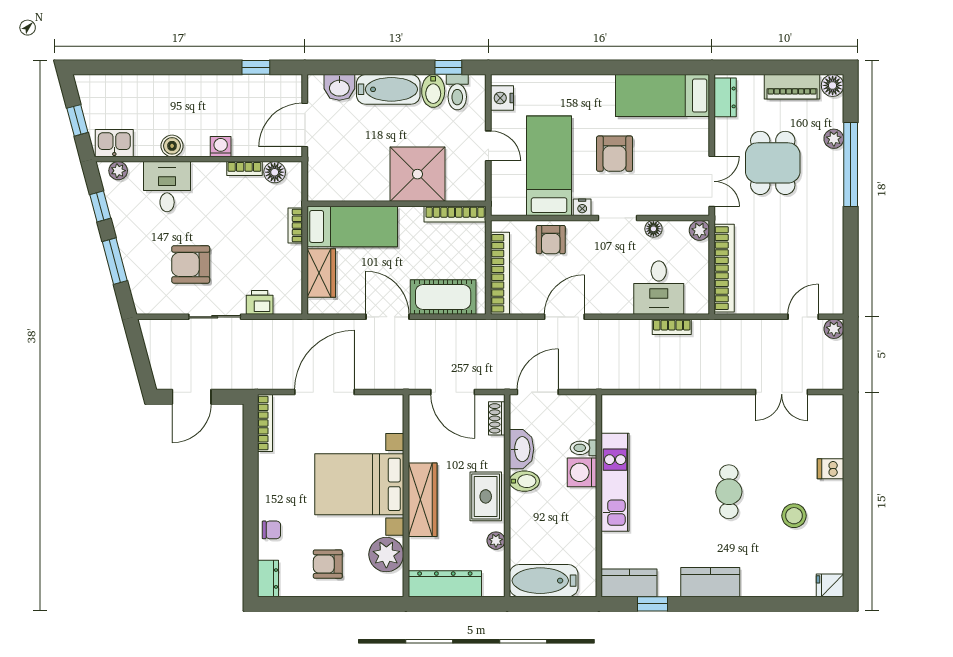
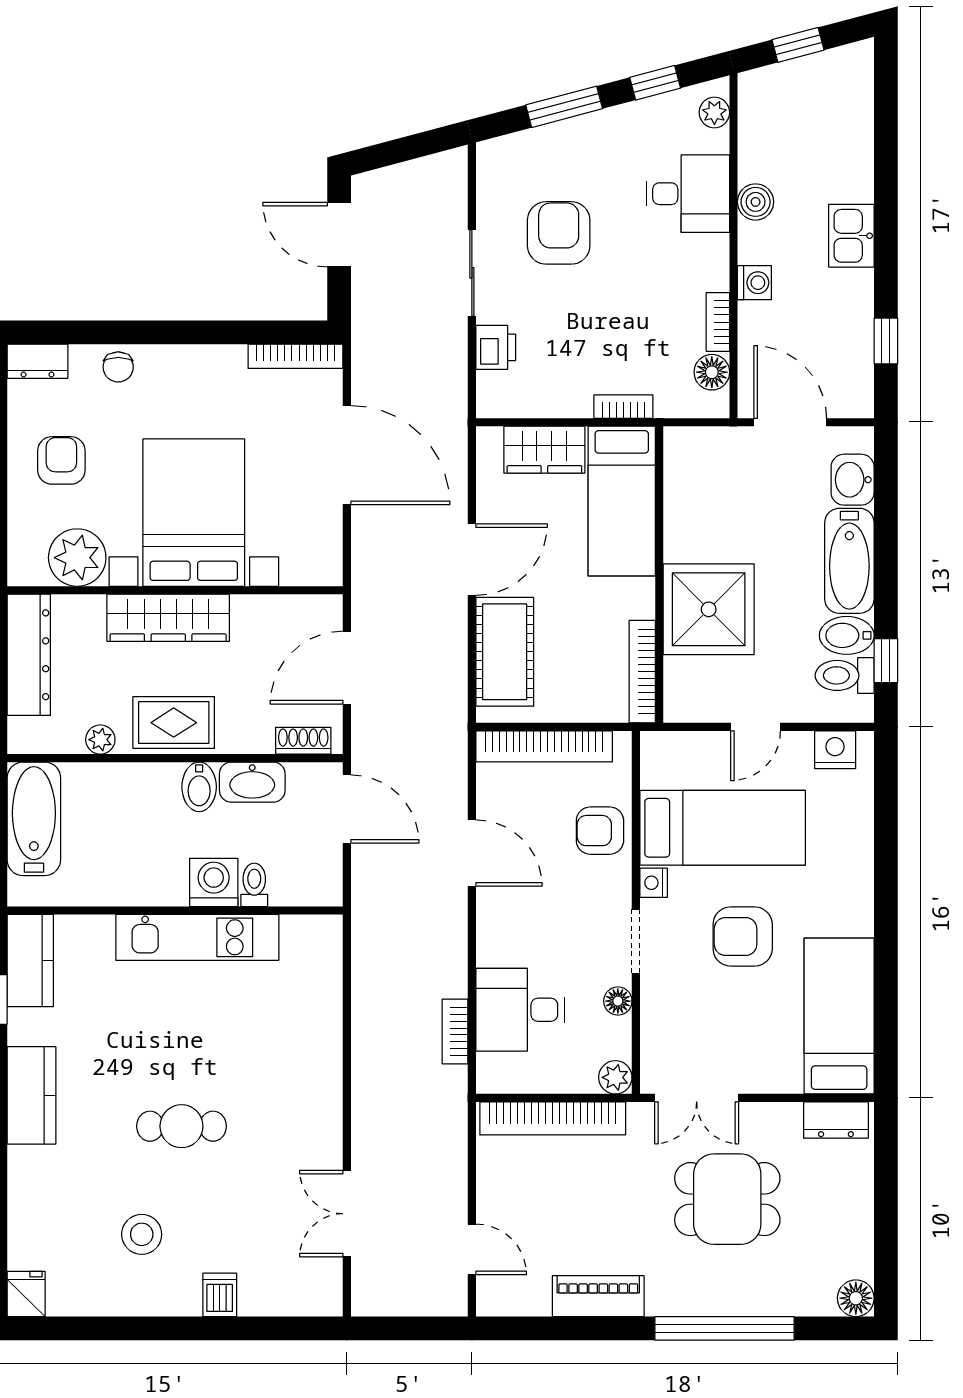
piano: (792, 87) -> (598, 1296), moved, turned 90
plant: (834, 139) -> (767, 1300), removed
kitchen sink: (114, 143) -> (851, 236), moved, turned 180
plant: (834, 329) -> (452, 1300), removed

